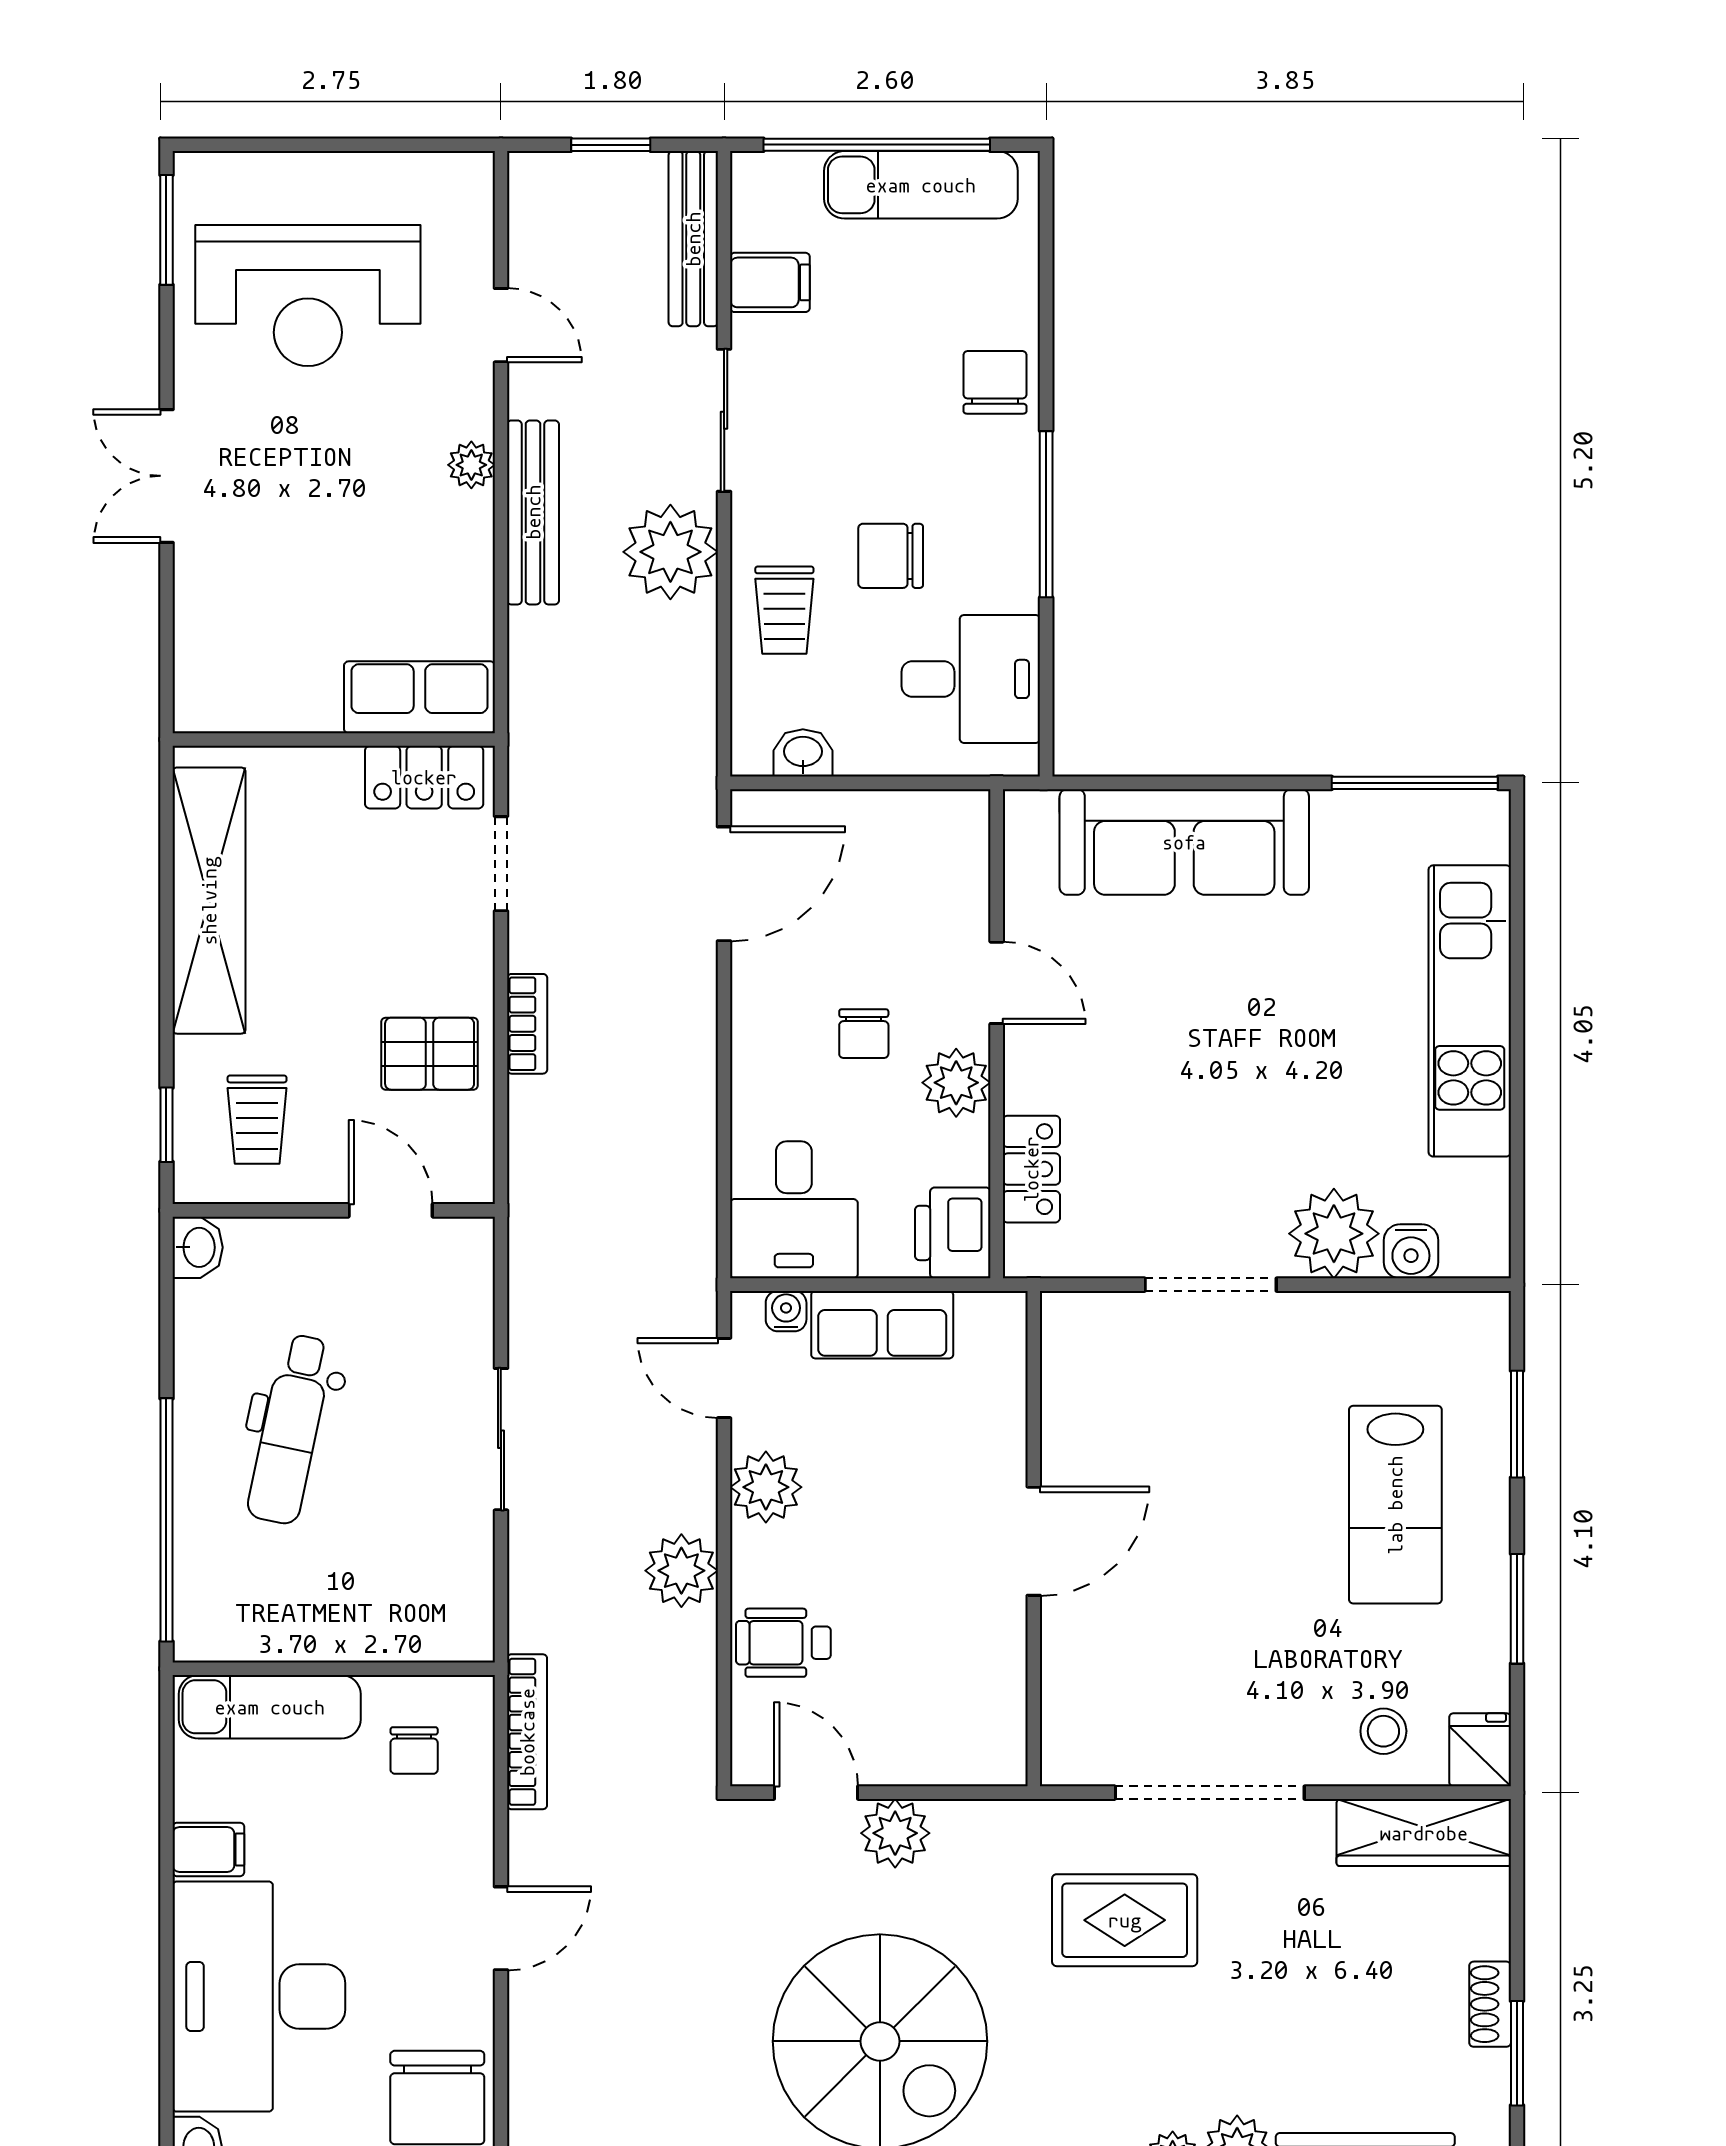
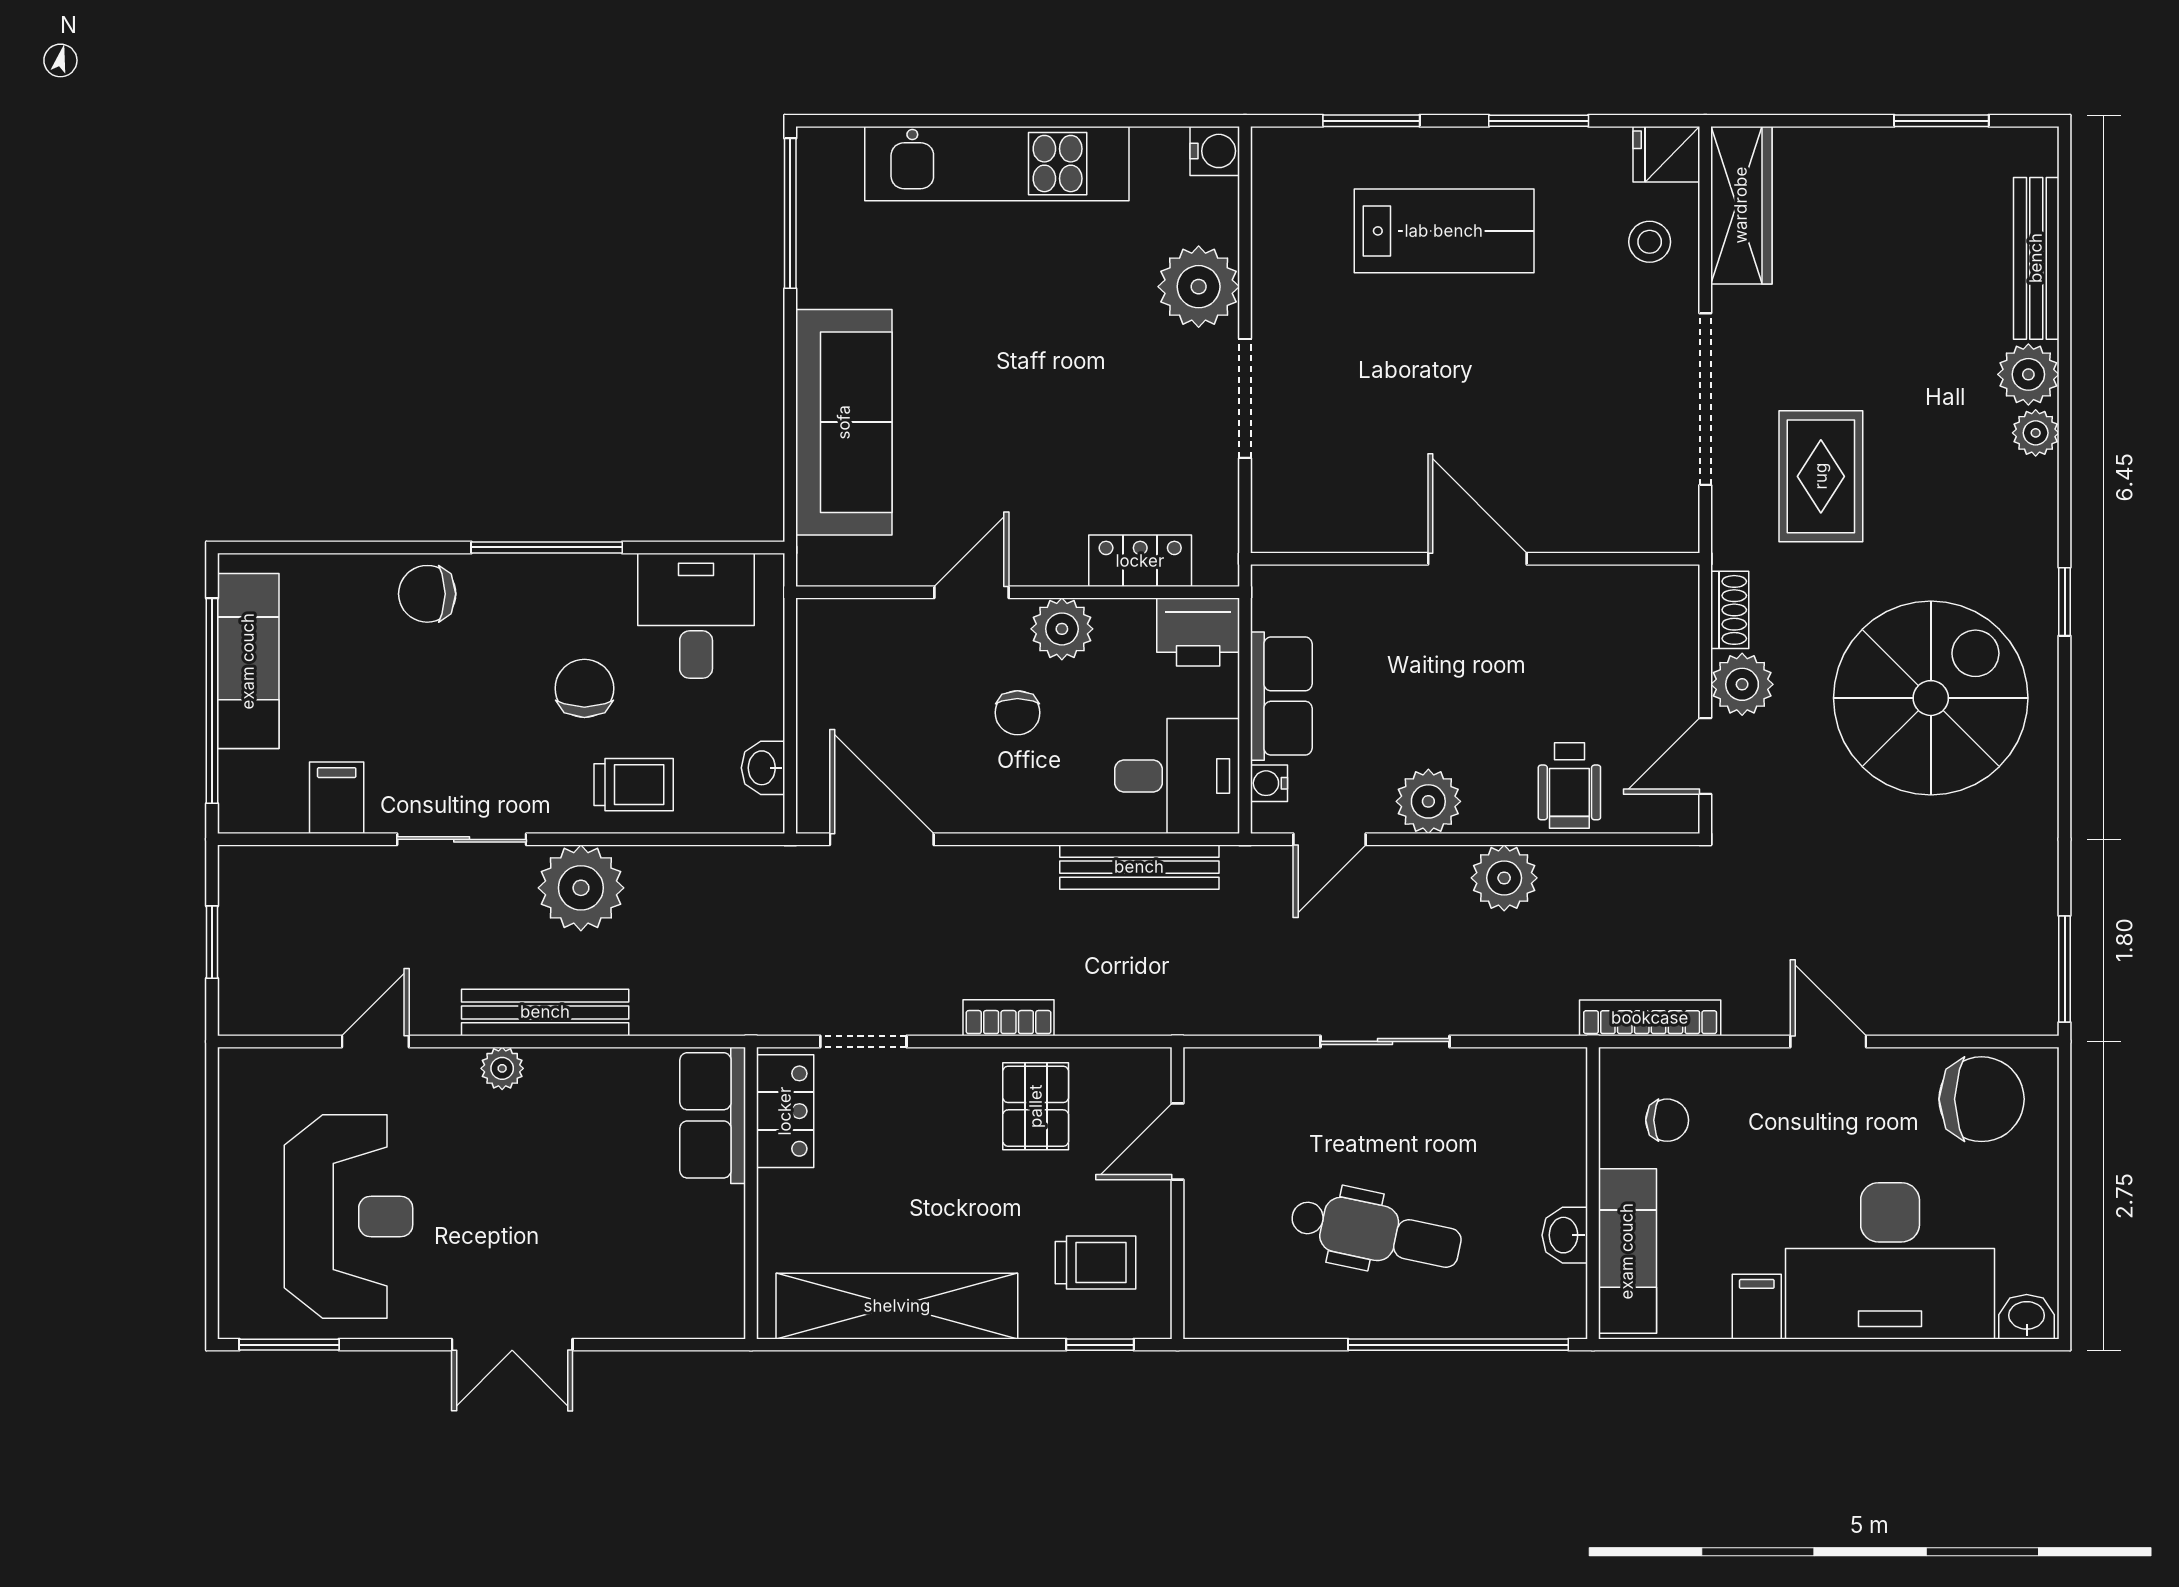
bench: (693, 239) -> (1139, 867), moved
chair: (891, 556) -> (584, 688), turned 180
chair: (864, 1034) -> (1017, 713), turned 90
washbasin: (198, 1247) -> (1565, 1235), moved, turned -90
water cooler: (1411, 1251) -> (1215, 151), moved
shoe rack: (1490, 2004) -> (1730, 610), moved, turned -90

